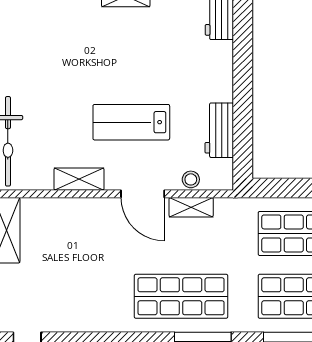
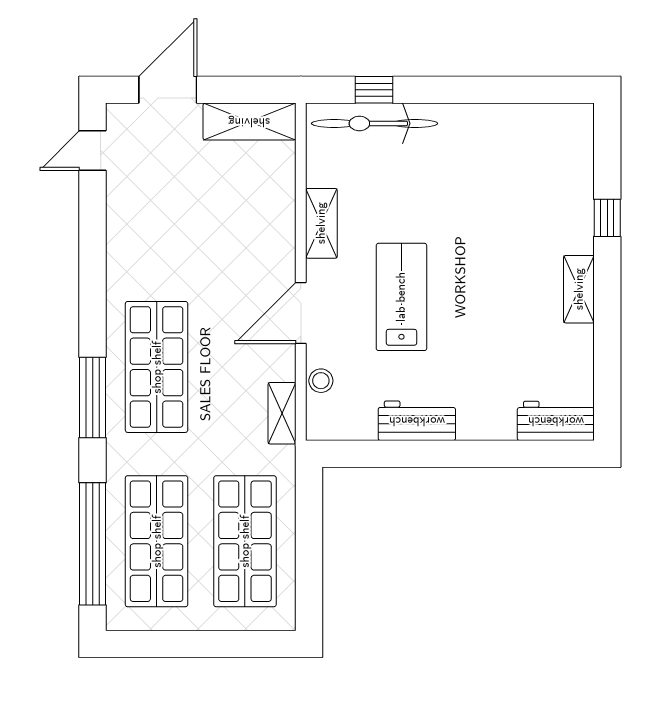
workbench: (219, 130) -> (417, 421), moved
shelving: (191, 207) -> (282, 413), moved

